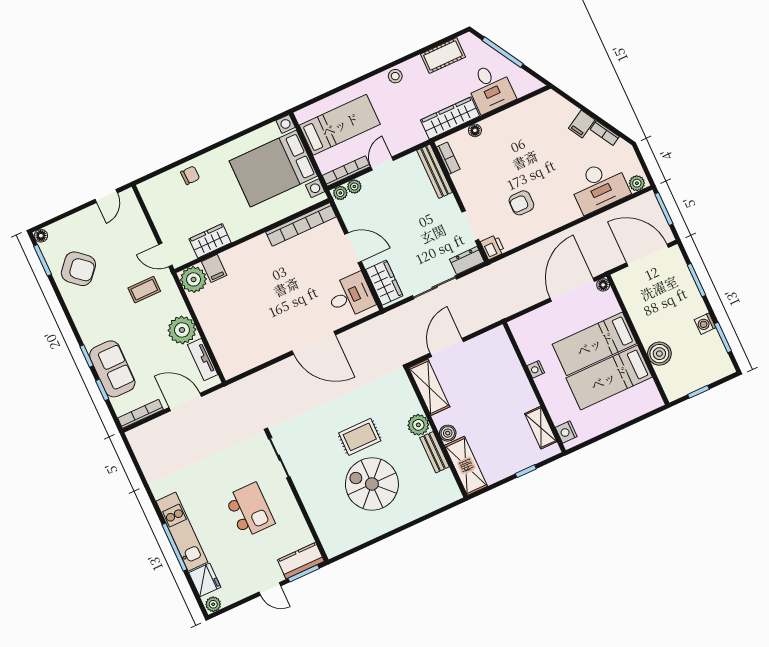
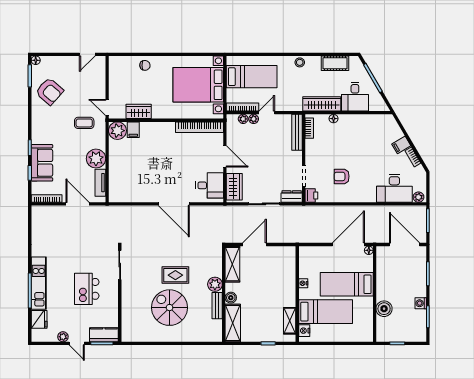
plant: (340, 193) -> (254, 119), moved
bed: (609, 378) -> (326, 312), moved, turned 180
kitchen island: (250, 510) -> (87, 289), turned 180
plant: (213, 604) -> (63, 337), moved

